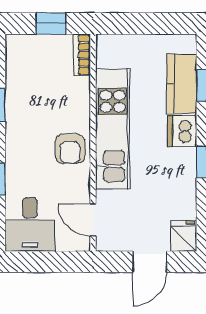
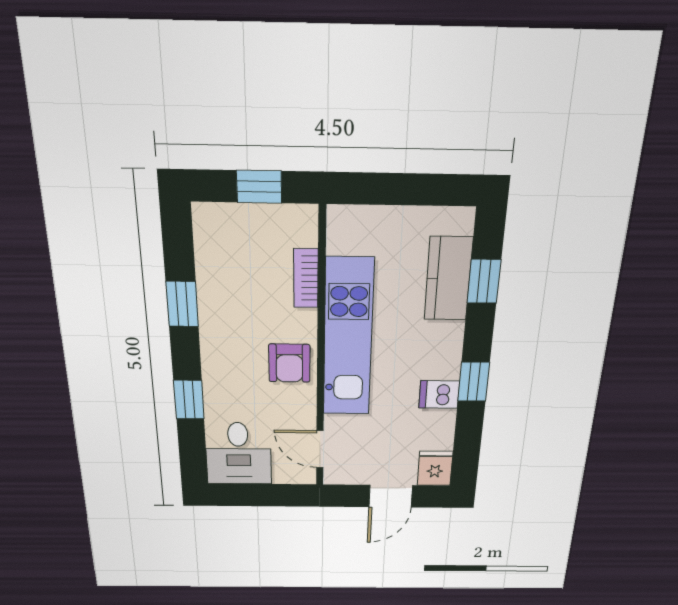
bookcase: (82, 55) -> (306, 278), moved
dishwasher: (182, 131) -> (439, 395), moved, width x0.73

